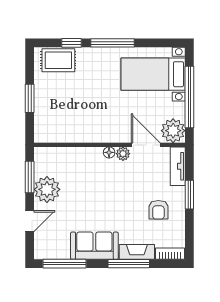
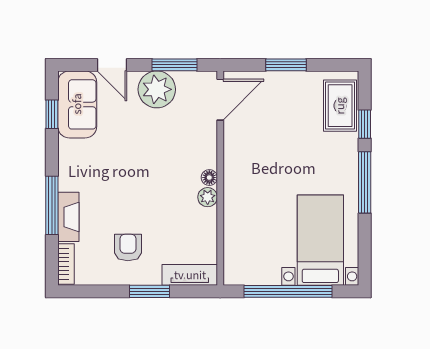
plant: (173, 131) -> (240, 268), removed
door: (146, 145) -> (220, 100), moved
armchair: (158, 210) -> (128, 248), turned 90
sofa: (94, 246) -> (77, 104), moved
window: (64, 264) -> (52, 114), width x0.46

